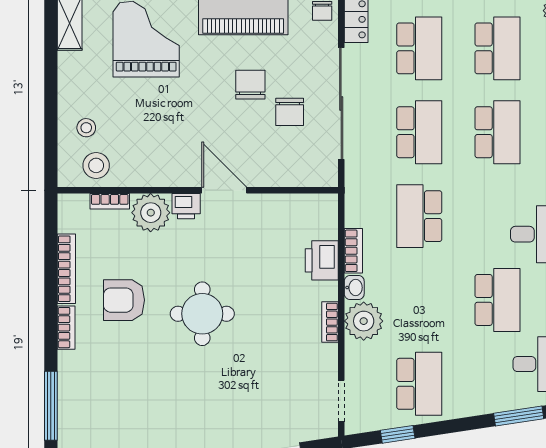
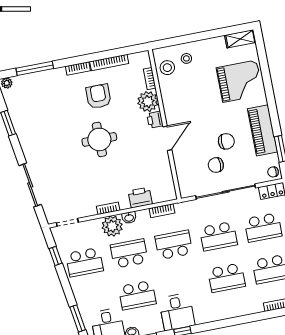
bookcase: (353, 251) -> (162, 211), moved
school desk: (419, 300) -> (129, 254), added

